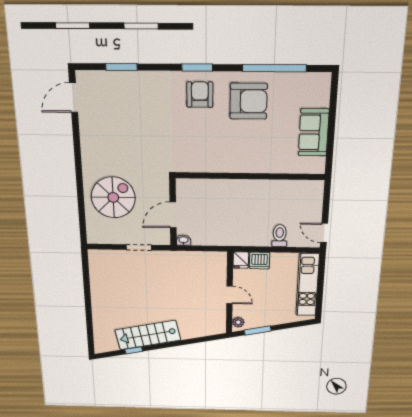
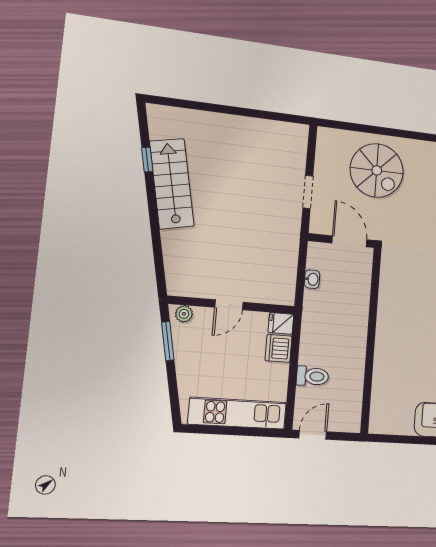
wall: (250, 176) -> (371, 340), moved
washbasin: (184, 240) -> (312, 279), moved

